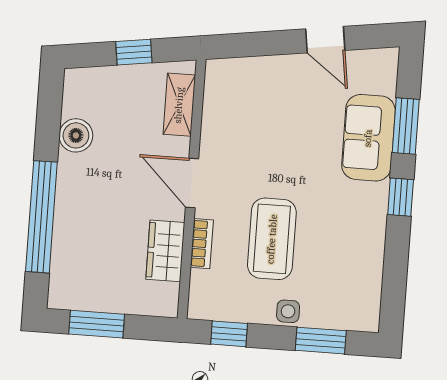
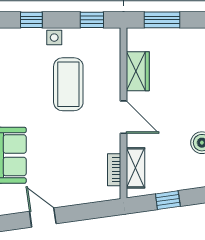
bookcase: (202, 244) -> (114, 170), moved
window: (97, 324) -> (162, 20), moved
window: (321, 341) -> (31, 20), width x0.67

